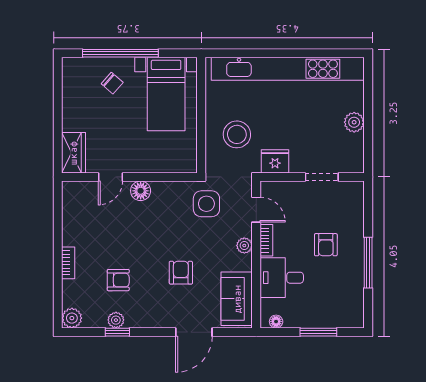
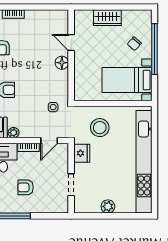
wardrobe: (73, 153) -> (107, 18), moved
side table: (206, 204) -> (53, 107), width x0.54, depth x0.54
plant: (244, 246) -> (14, 133), moved

